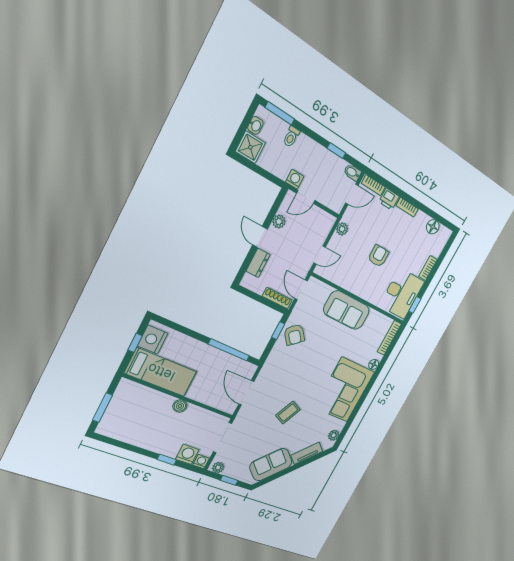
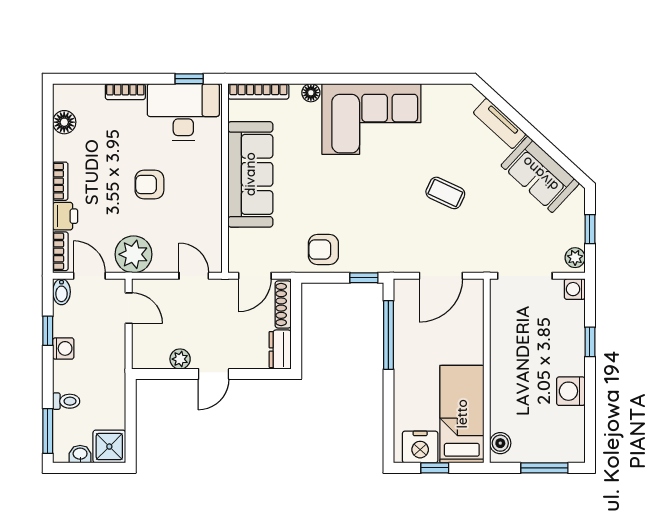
washing machine: (295, 179) -> (63, 348), moved, turned 180
door: (306, 197) -> (129, 308), moved
plant: (342, 229) -> (134, 254), width x1.88, depth x1.88
dresser: (258, 263) -> (280, 350), moved, turned -90
sofa: (346, 310) -> (250, 174), width x1.36
window: (278, 331) -> (364, 278), moved
armchair: (294, 335) -> (323, 250), turned -140
boiler: (180, 406) -> (500, 443), moved
plant: (334, 435) -> (452, 94), removed
washing machine: (187, 454) -> (571, 391), moved

